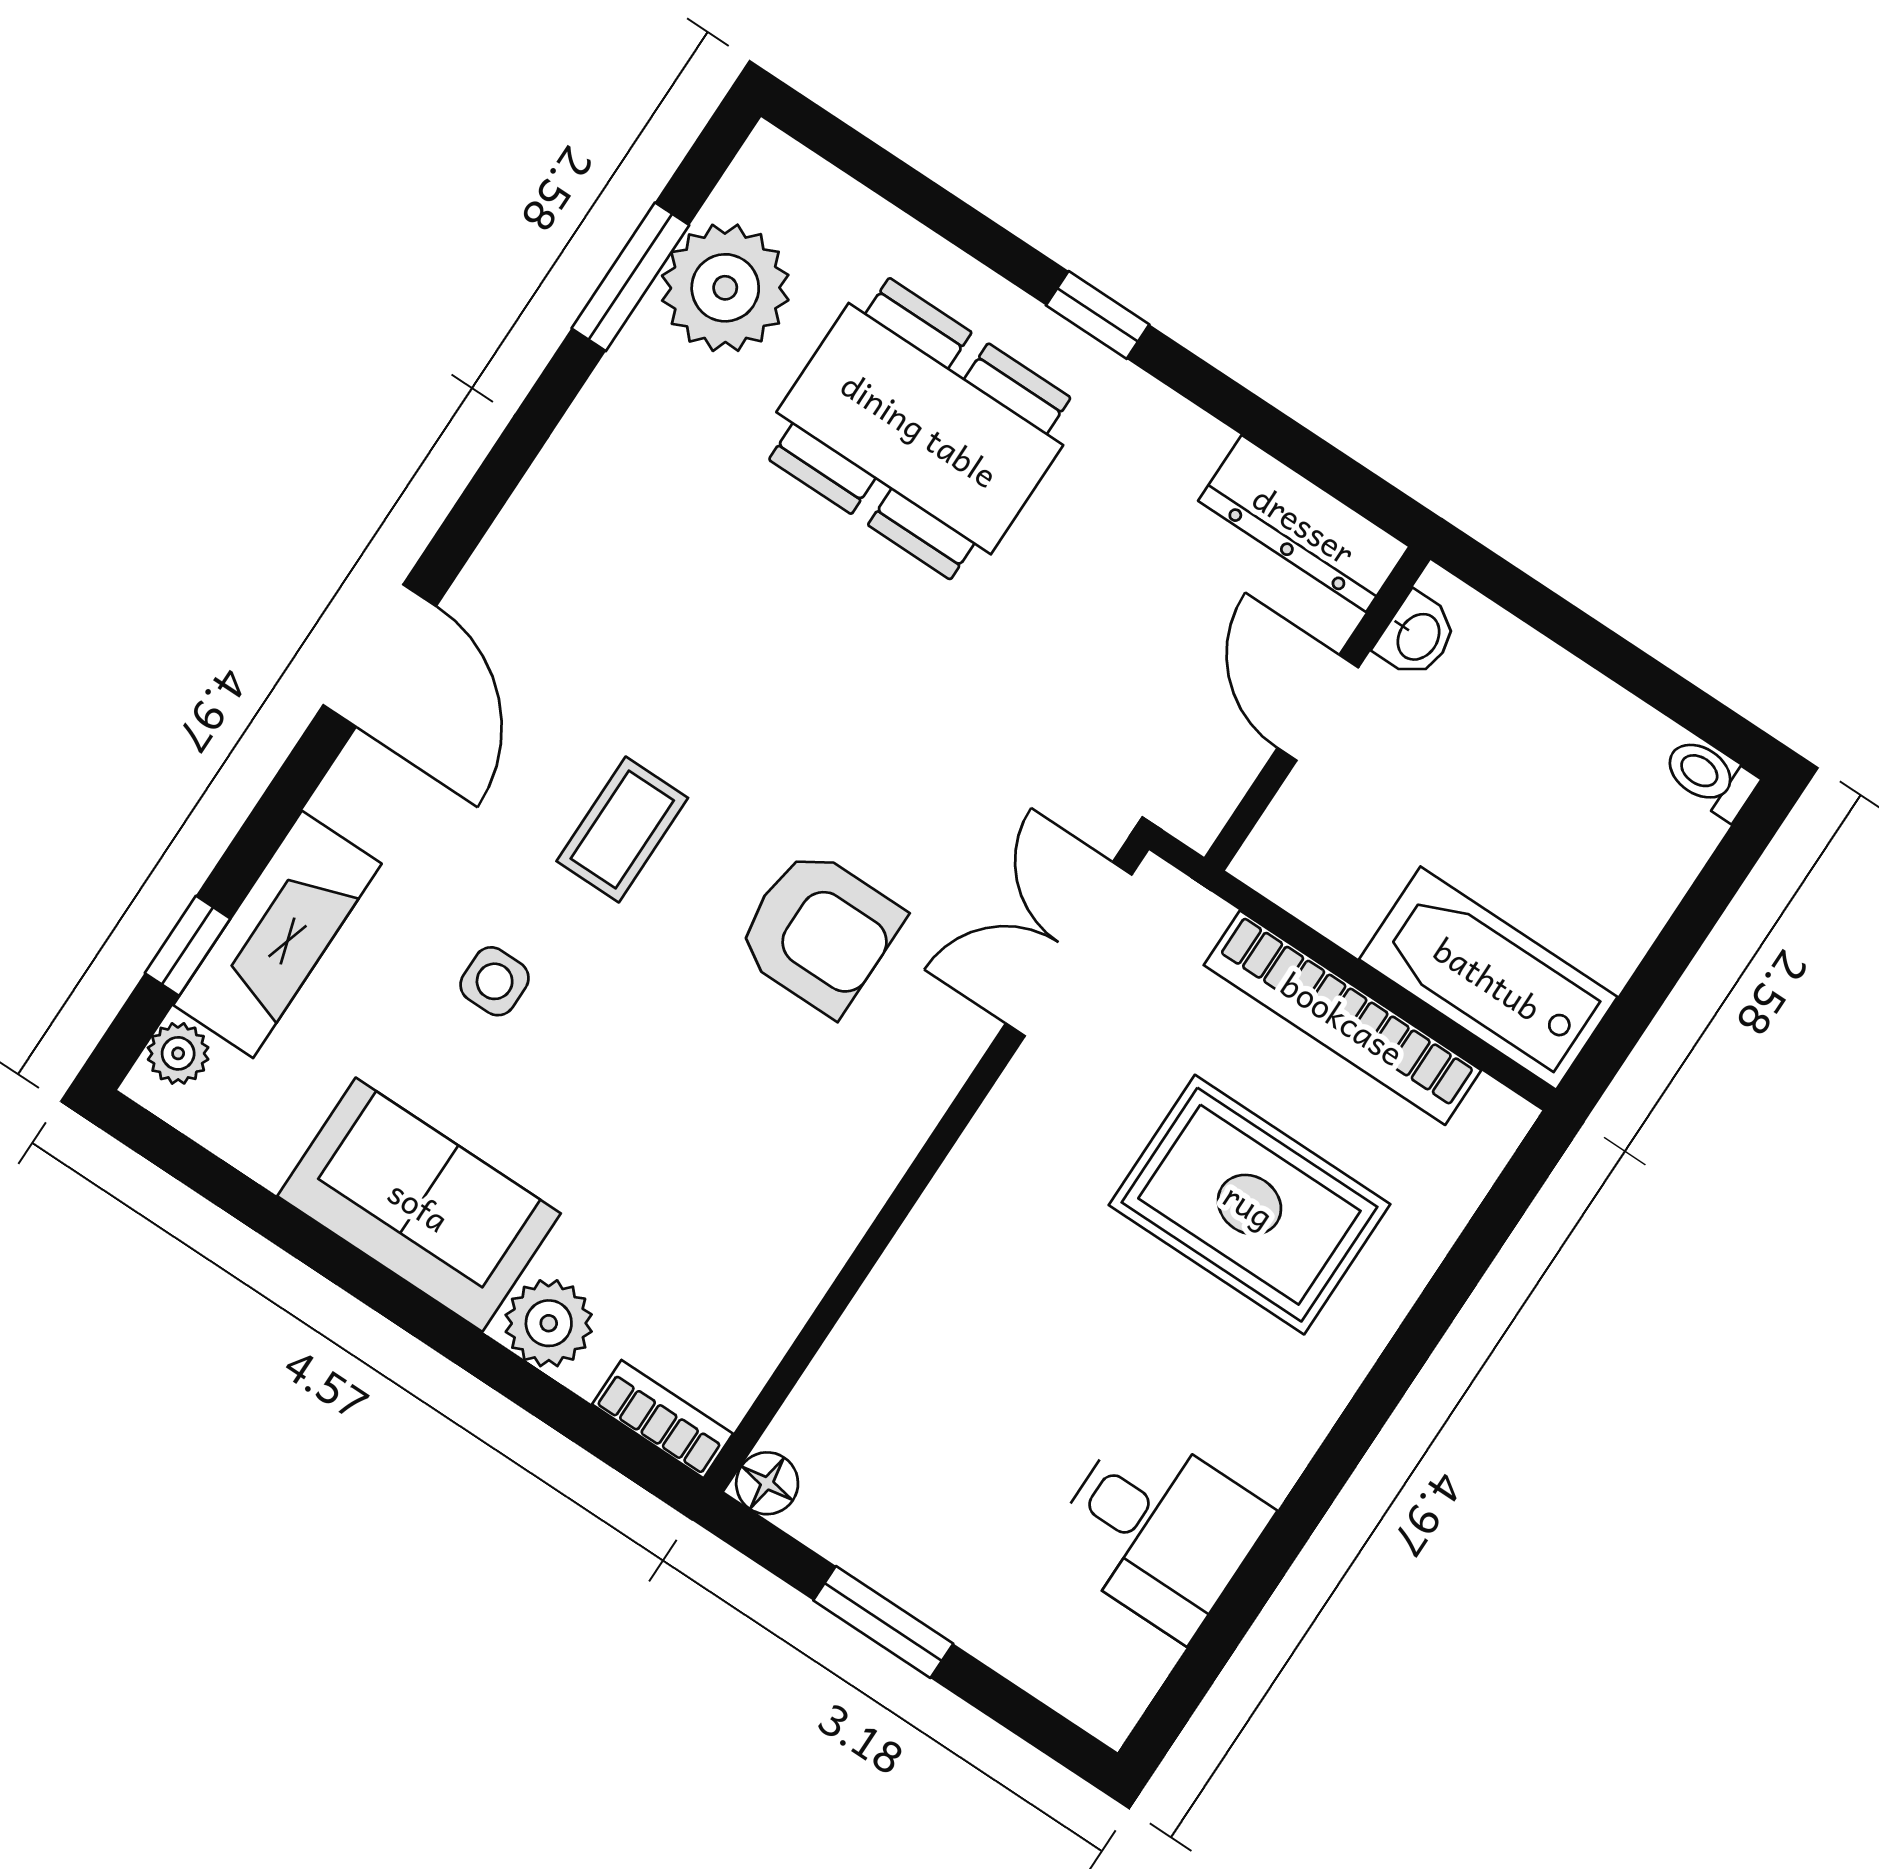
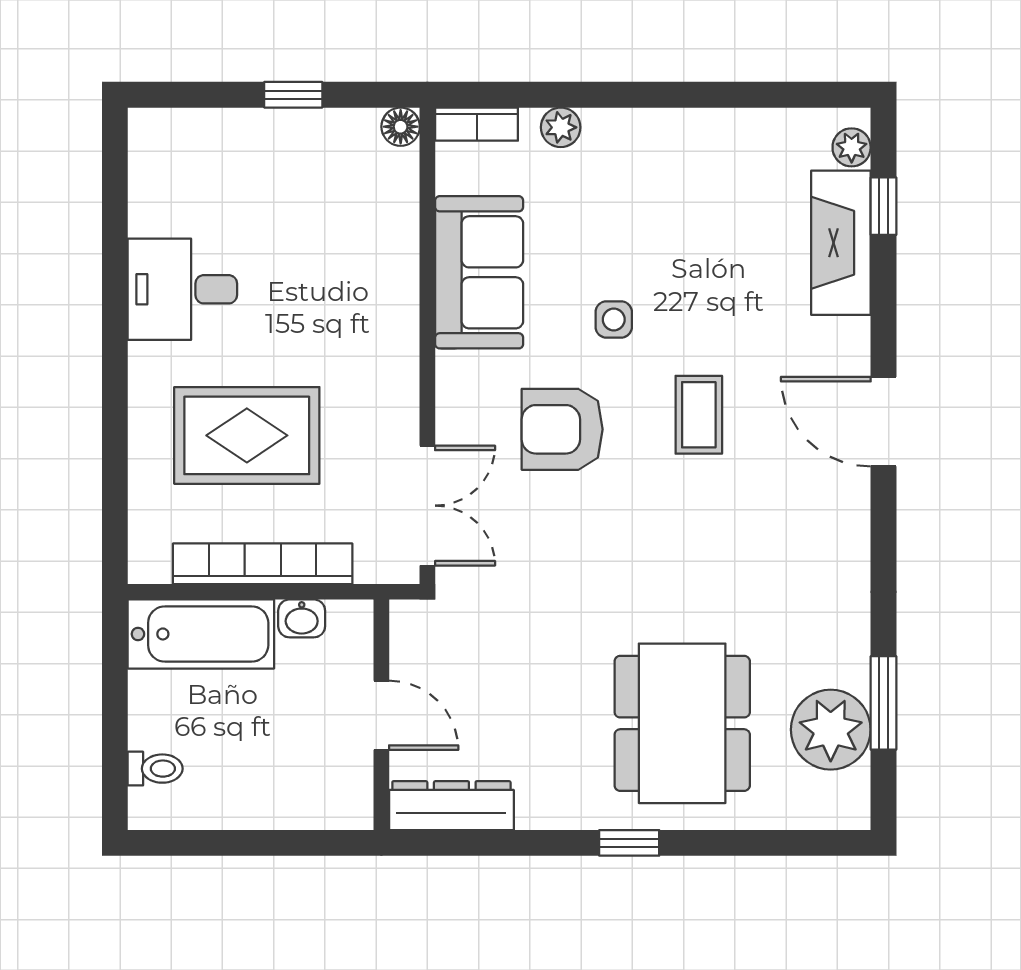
dining table: (920, 429) -> (682, 723), turned 90
washbasin: (1417, 636) -> (302, 618), moved, turned -90
toilet: (1710, 778) -> (155, 769), moved
side table: (495, 981) -> (614, 319), moved
sofa: (419, 1205) -> (479, 272), moved, turned -90
plant: (549, 1323) -> (561, 127), width x0.73, depth x0.73
desk: (1159, 1530) -> (182, 289), moved
window: (883, 1622) -> (293, 95), width x0.67

